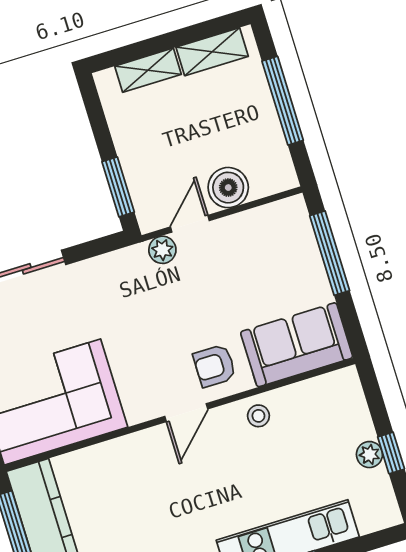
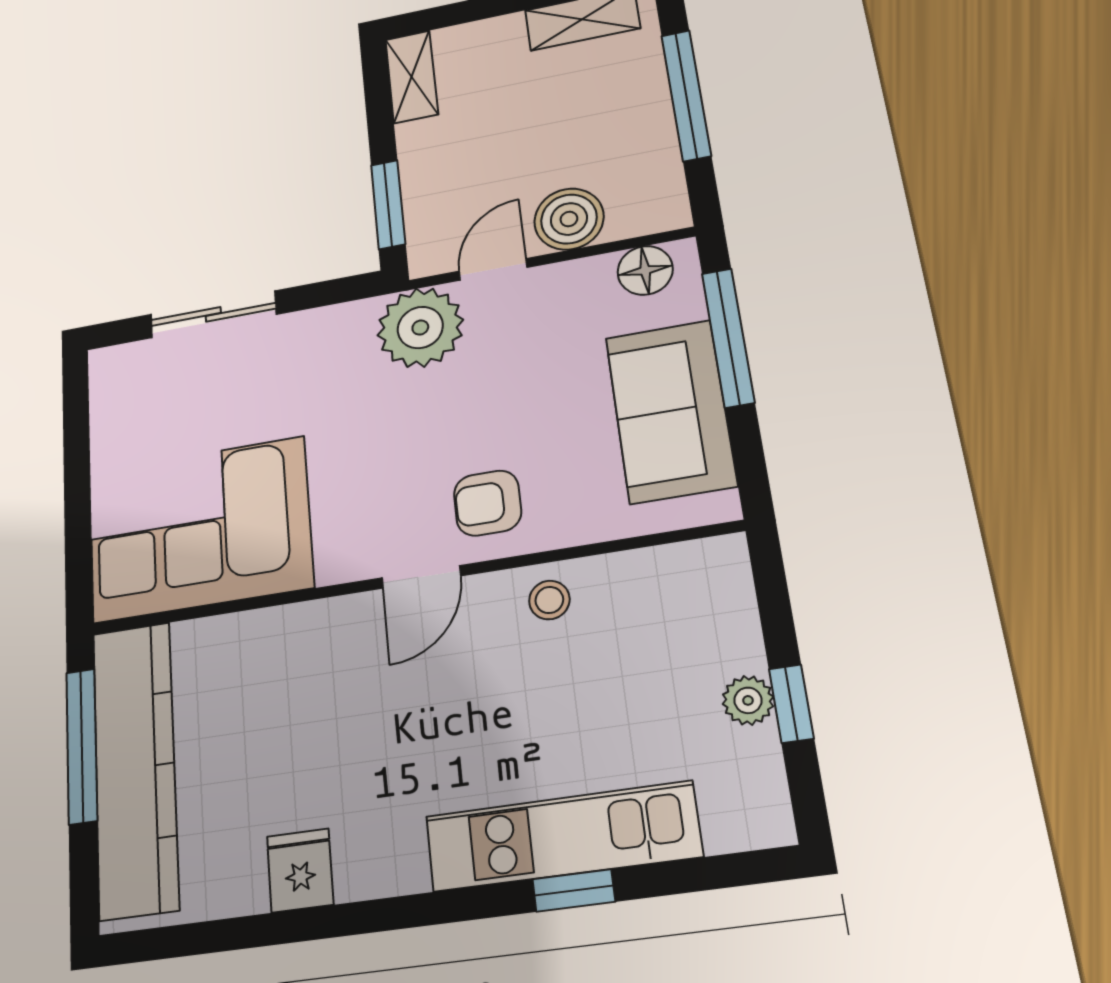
shelving: (148, 70) -> (412, 77), moved, turned 90
floor lamp: (277, 216) -> (645, 270), added
plant: (162, 250) -> (420, 328), width x1.88, depth x1.88
sofa: (297, 345) -> (670, 411), moved, turned -90

